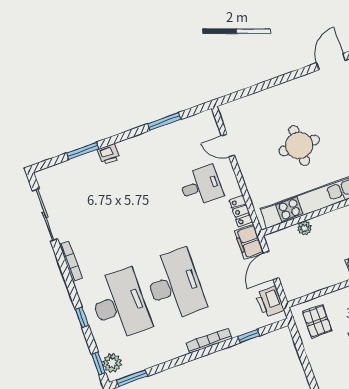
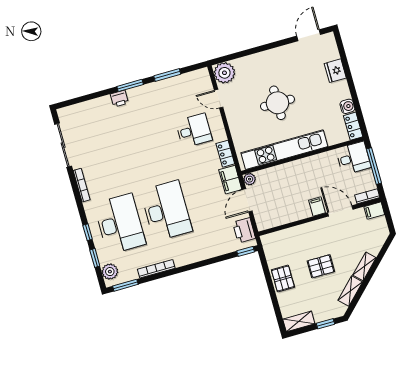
plant: (233, 114) -> (224, 73), added
window: (83, 151) -> (130, 85), moved
plant: (304, 228) -> (250, 179), moved
pallet: (317, 321) -> (283, 279), moved
window: (249, 336) -> (246, 251), moved
bookcase: (209, 341) -> (156, 269), moved
window: (99, 364) -> (95, 258), moved

